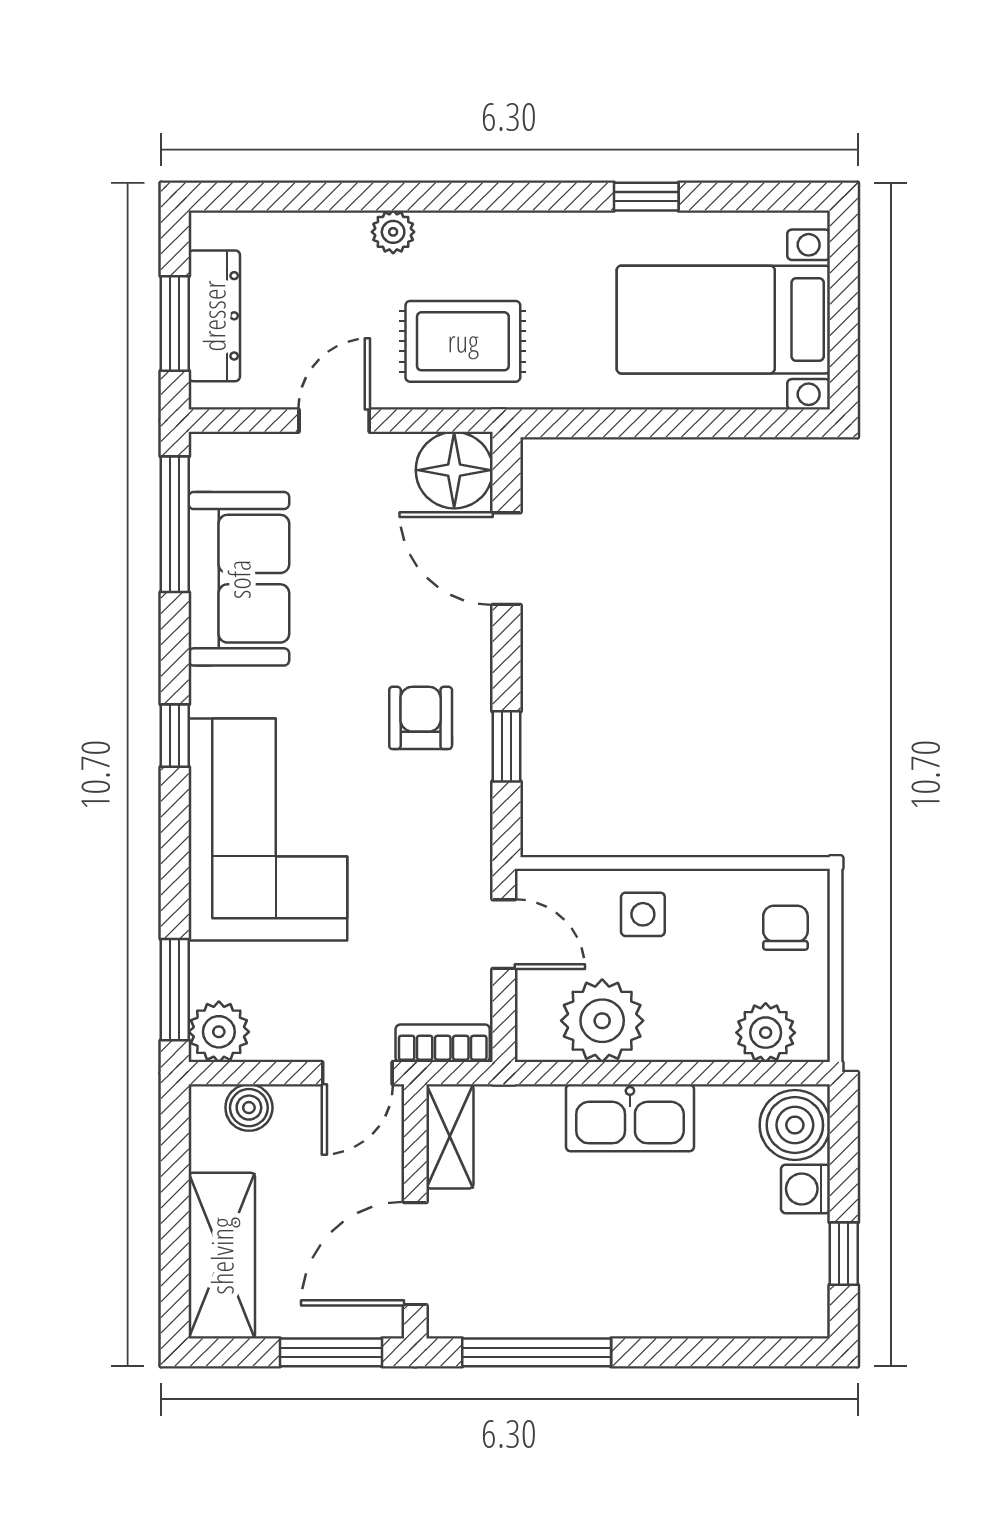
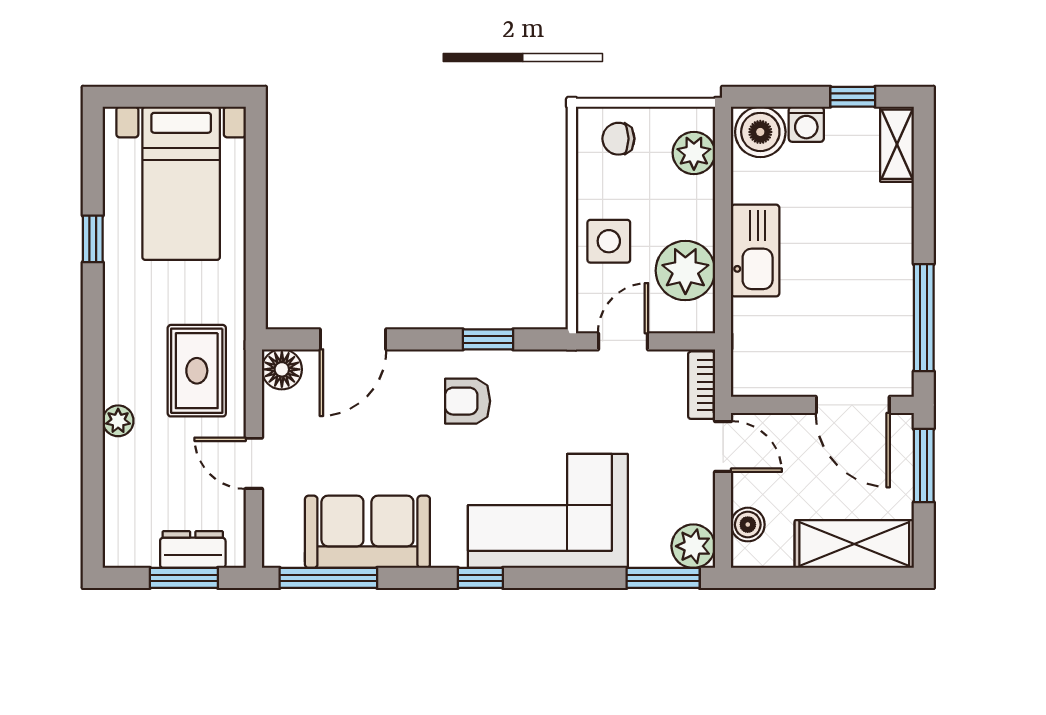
dresser: (214, 316) -> (193, 550), width x0.70
floor lamp: (454, 470) -> (282, 369), width x0.73, depth x0.73
side table: (643, 914) -> (609, 241), width x1.37, depth x1.37
shelving: (450, 1136) -> (897, 144), moved, turned 90

